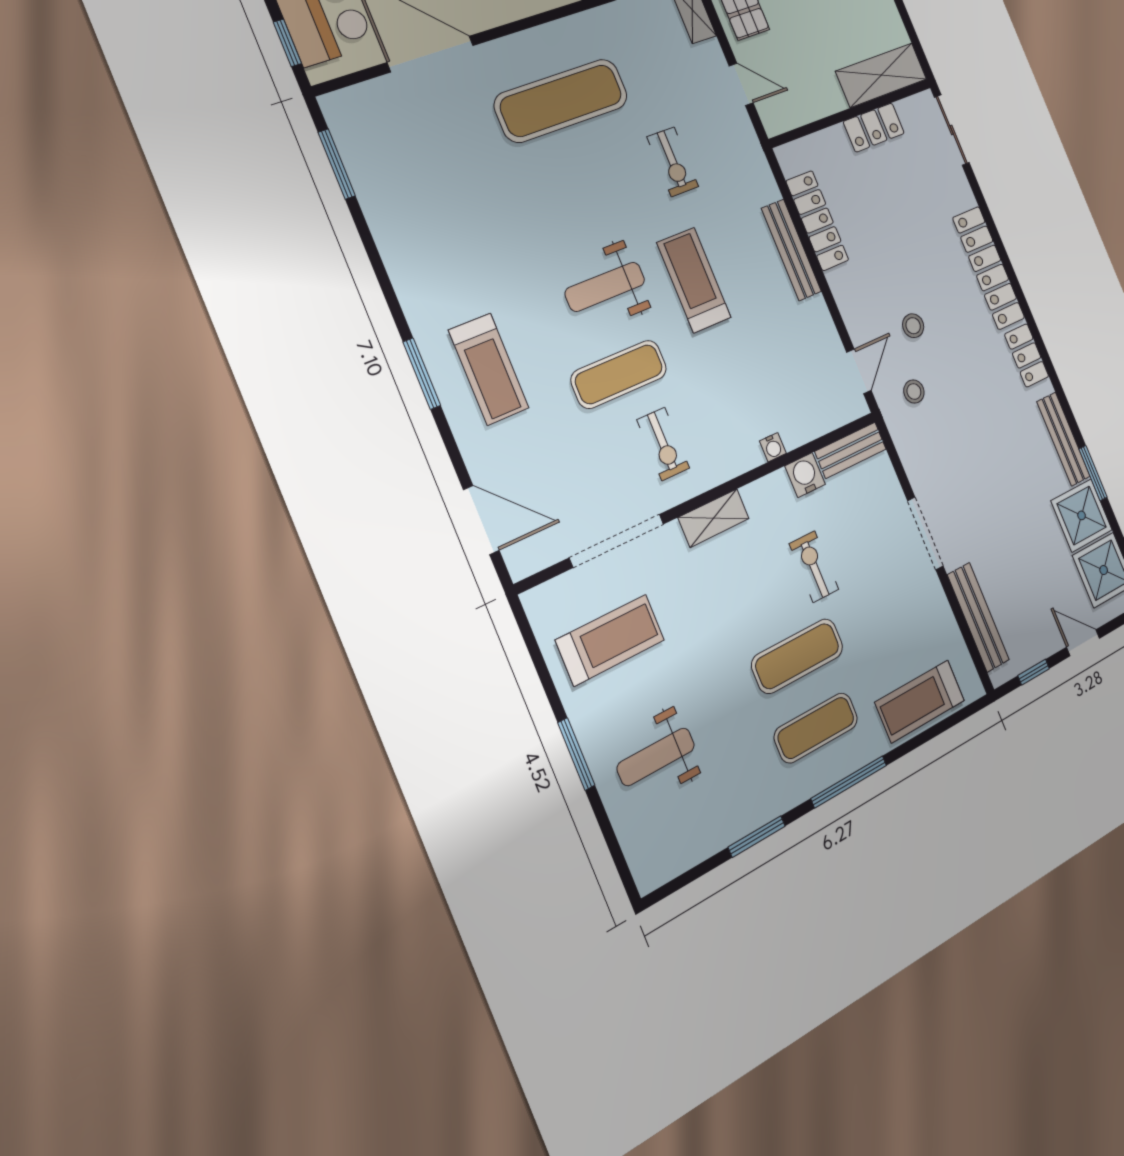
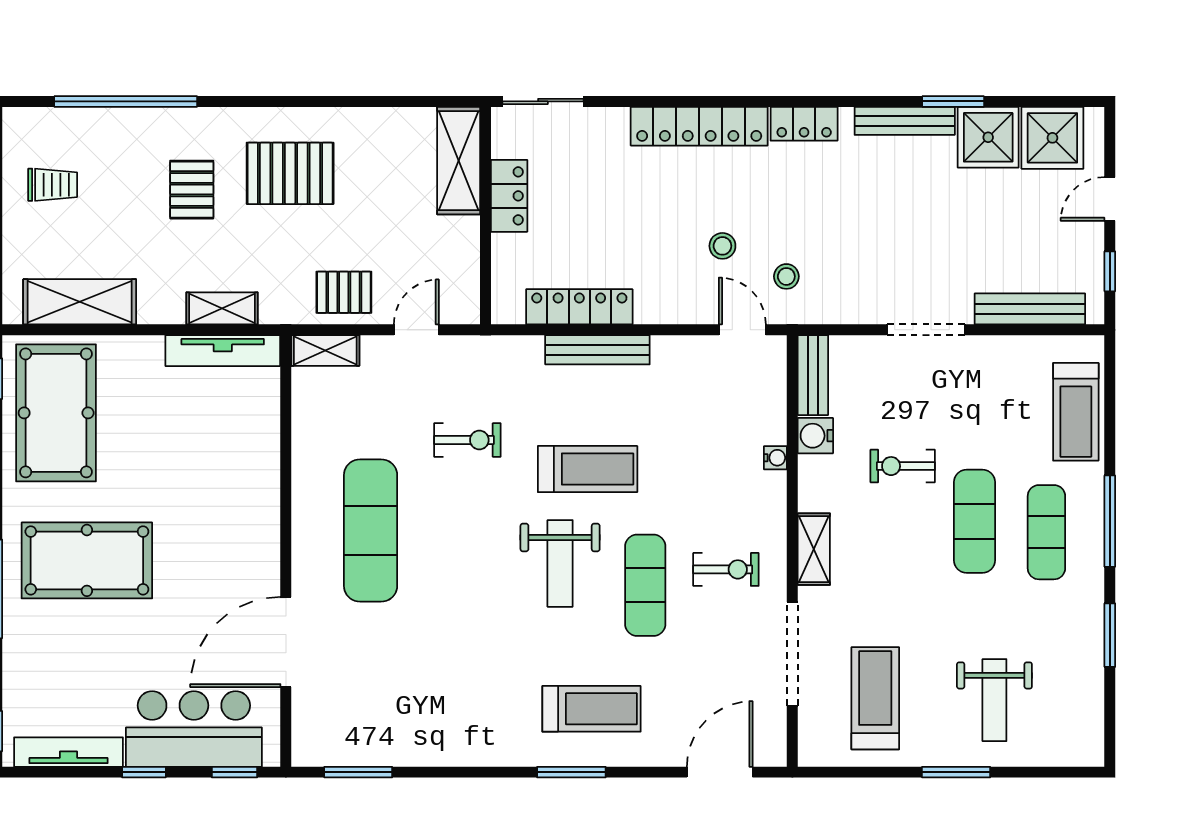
treadmill: (694, 280) -> (588, 469), turned 180

